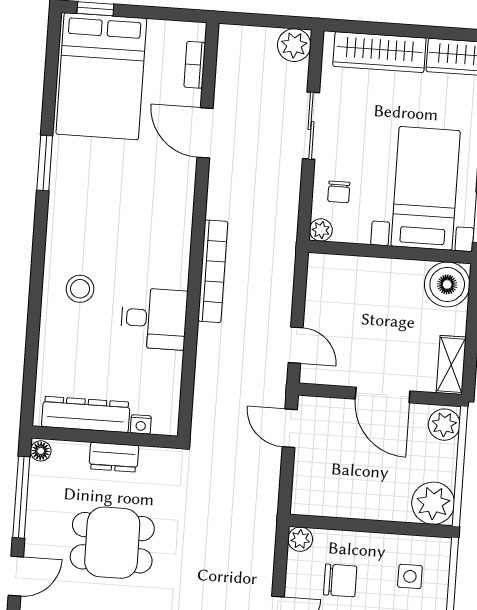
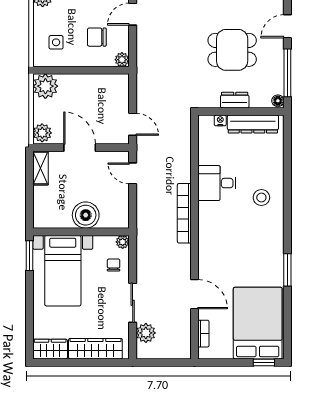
plant: (294, 45) -> (146, 333), moved
boiler: (447, 284) -> (86, 215), moved

